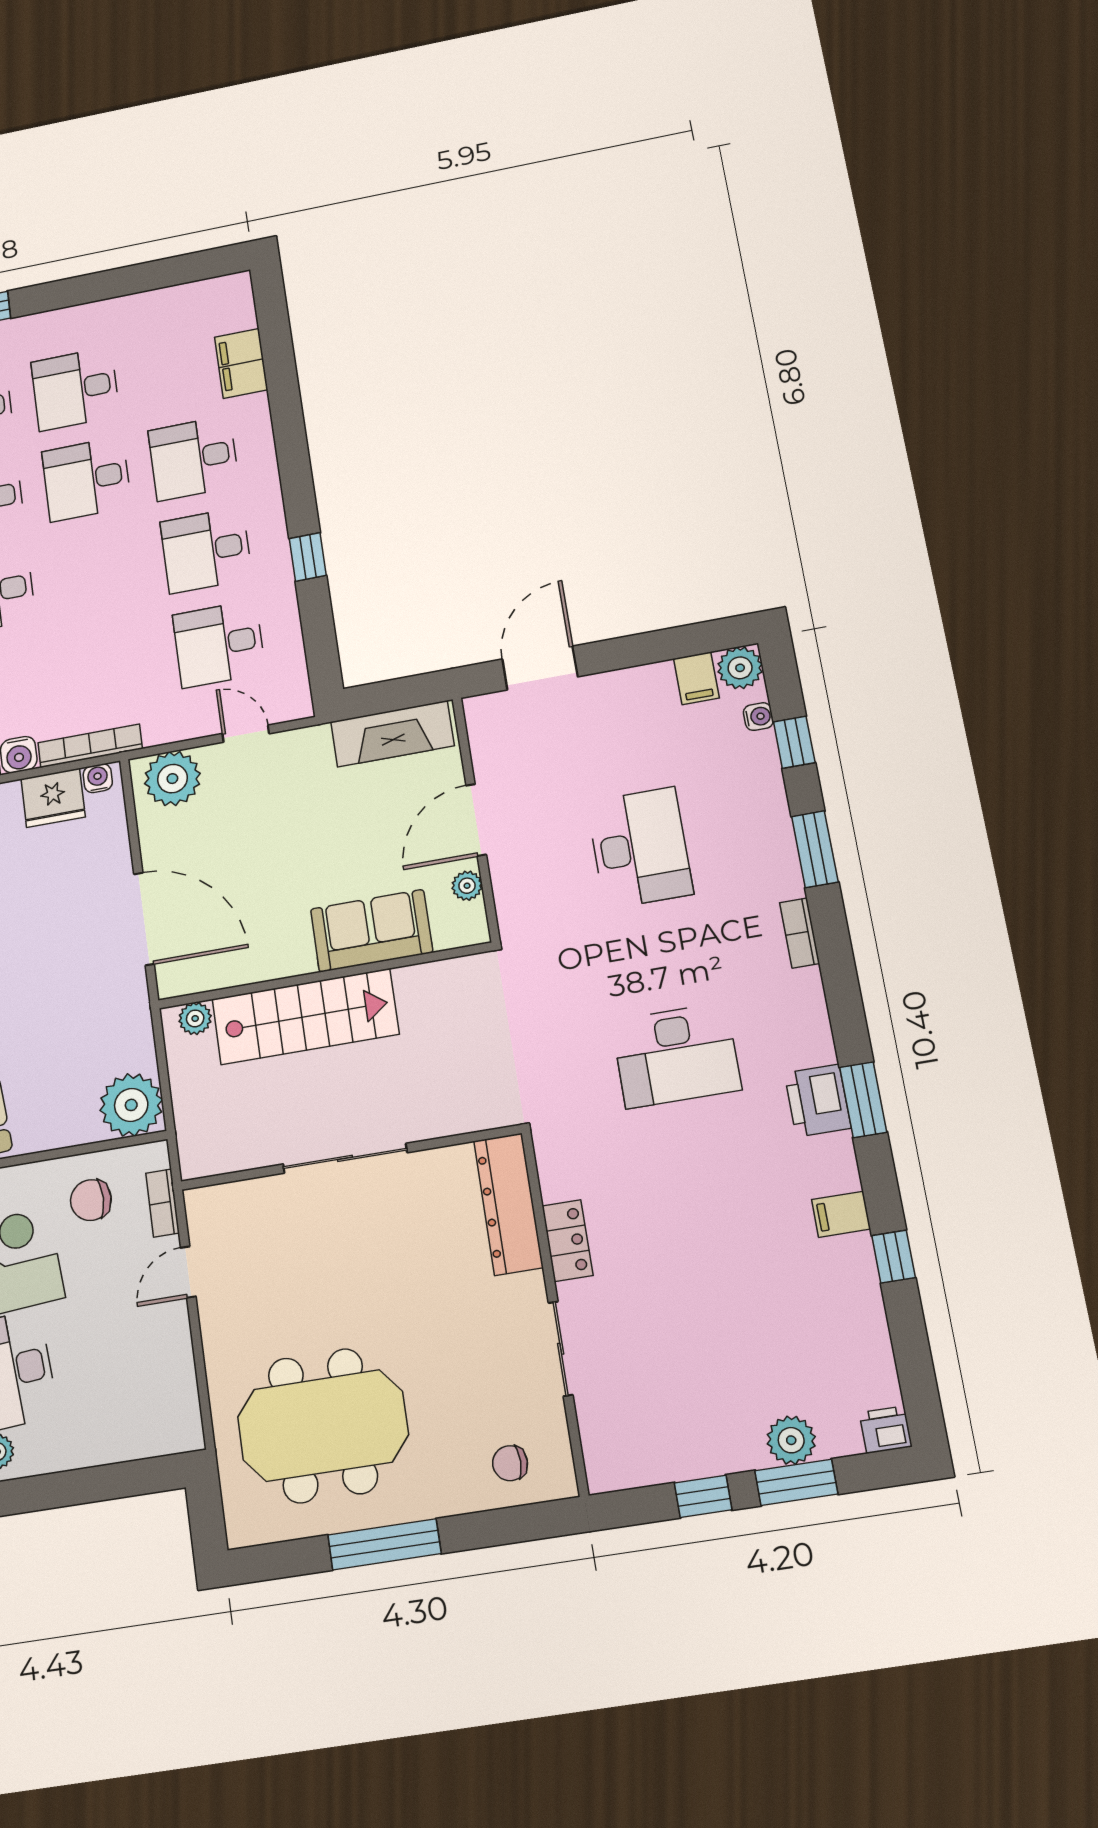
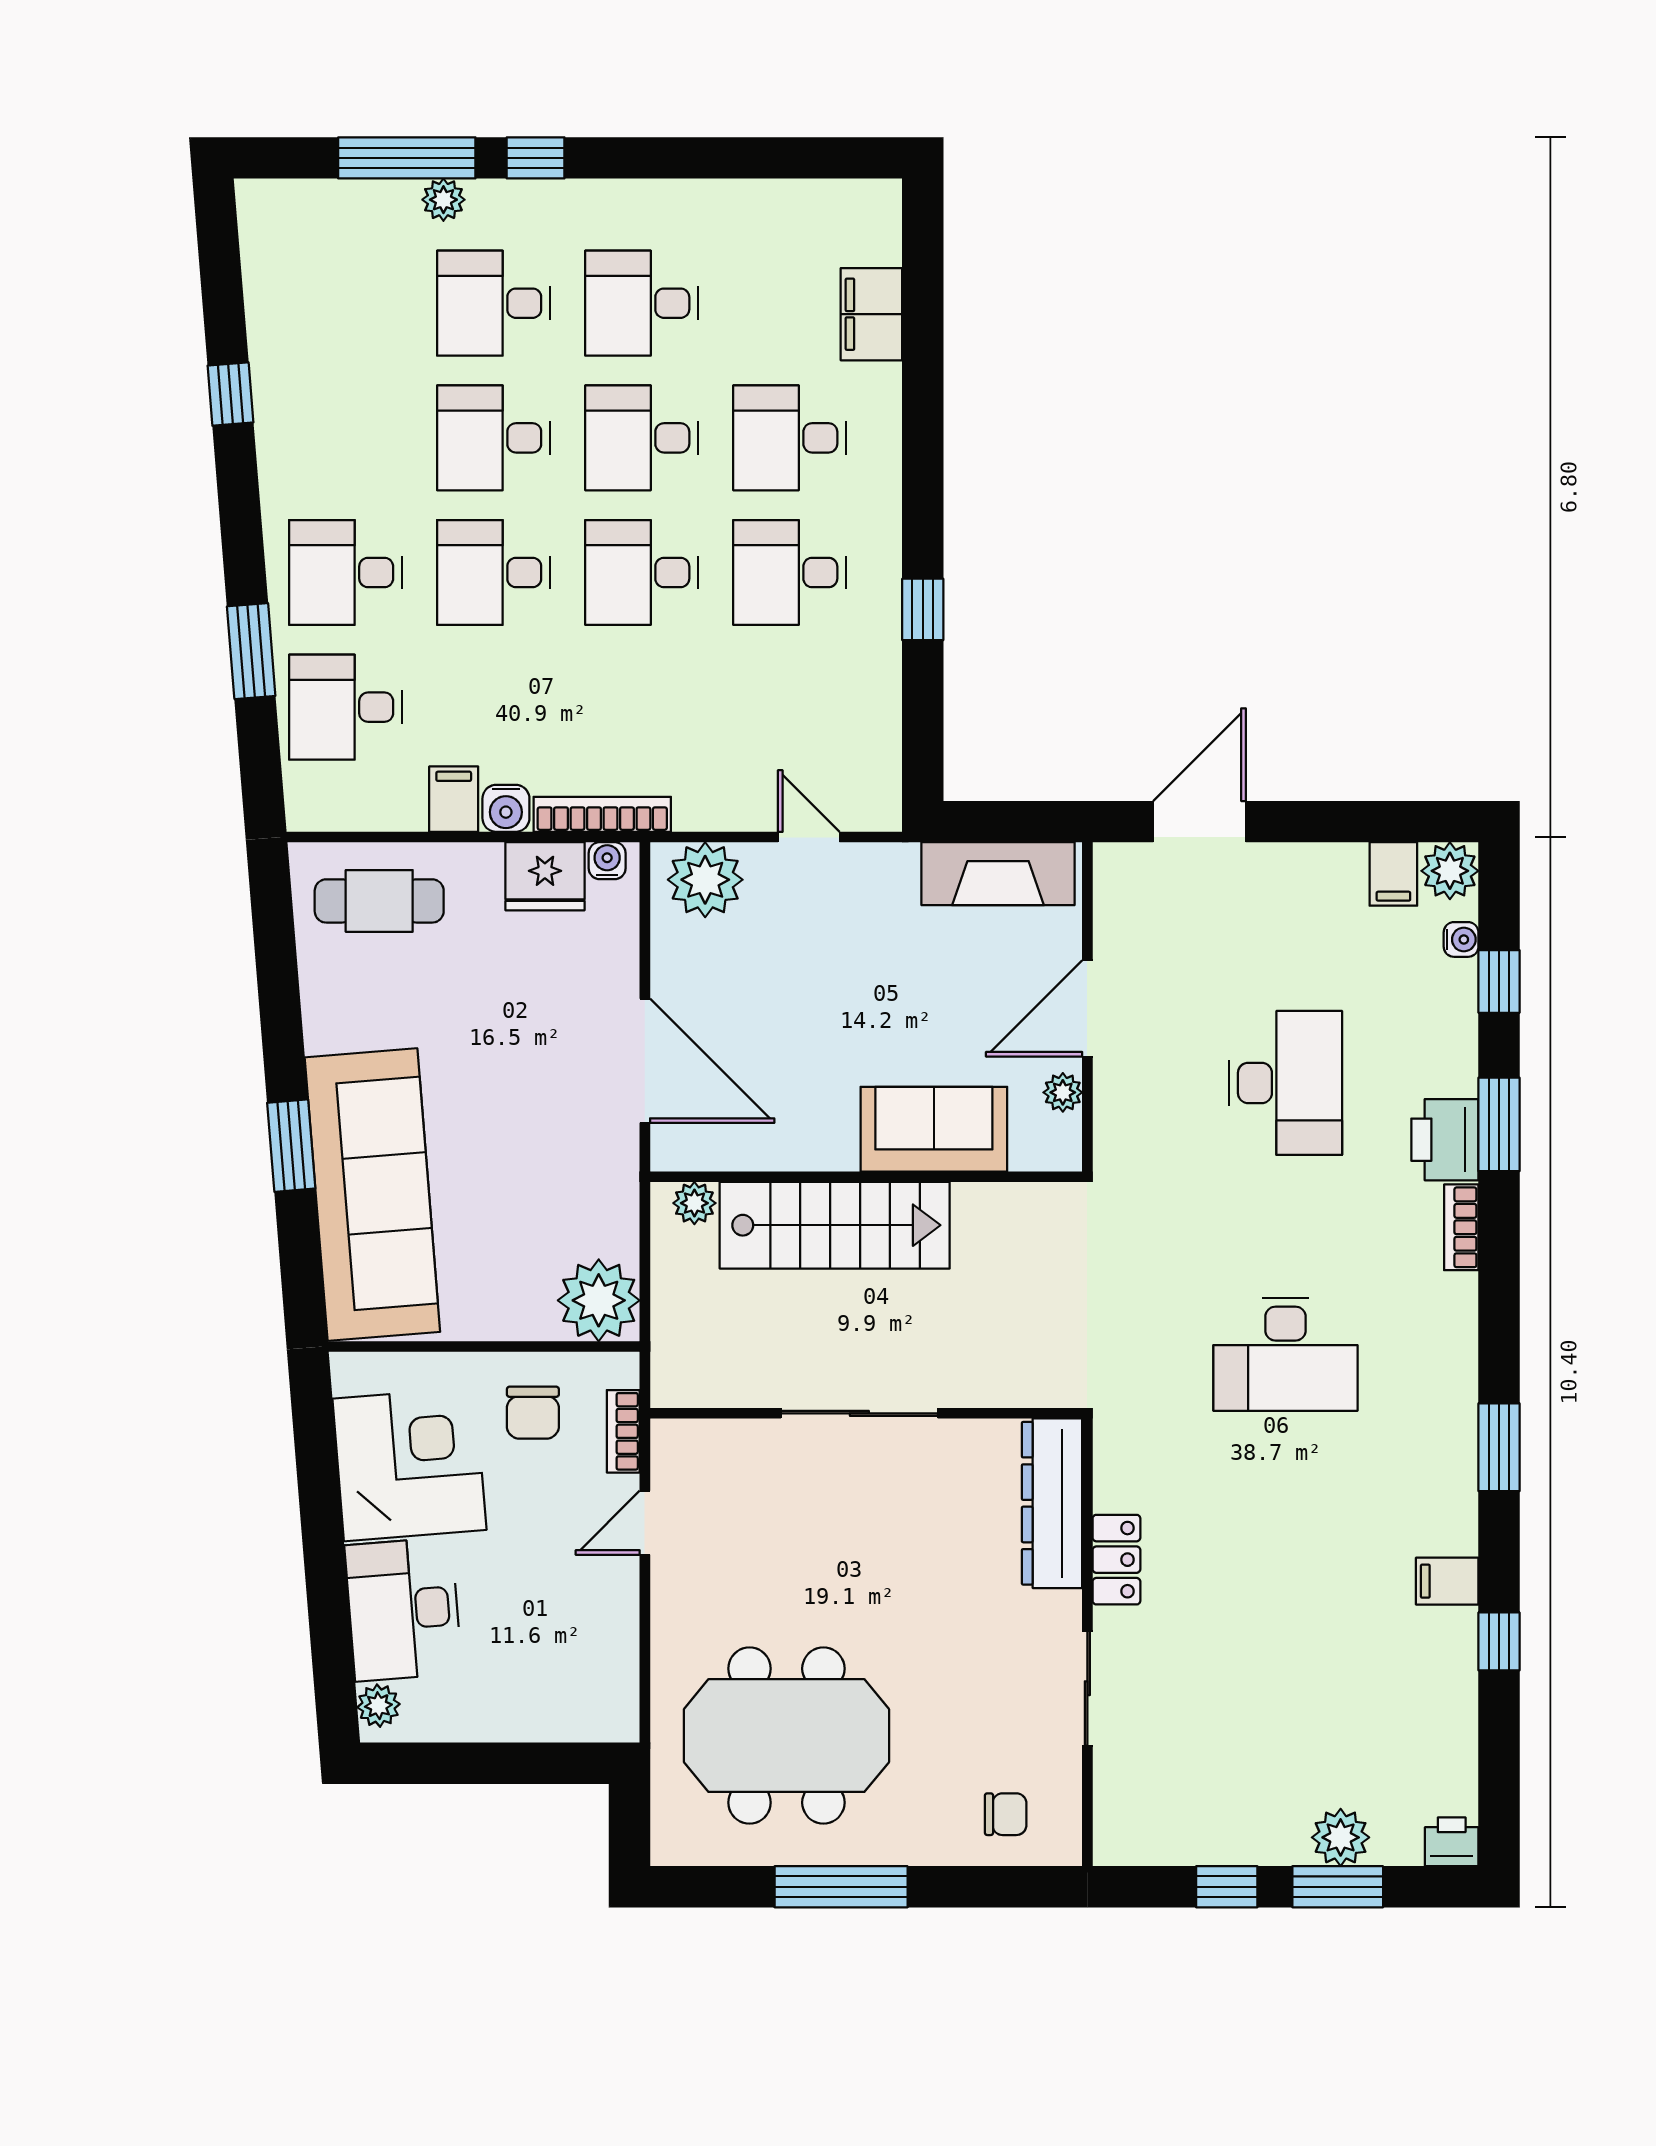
desk: (219, 644) -> (642, 573), moved
printer: (818, 1101) -> (1445, 1140), moved
chair: (91, 1200) -> (533, 1413), turned -90
chair: (510, 1463) -> (1006, 1814), turned 180

